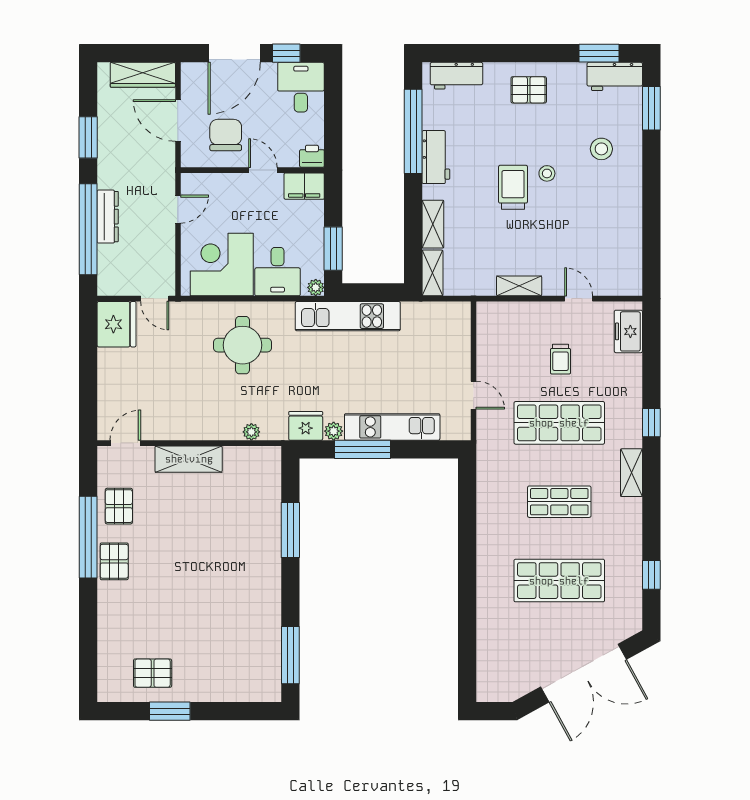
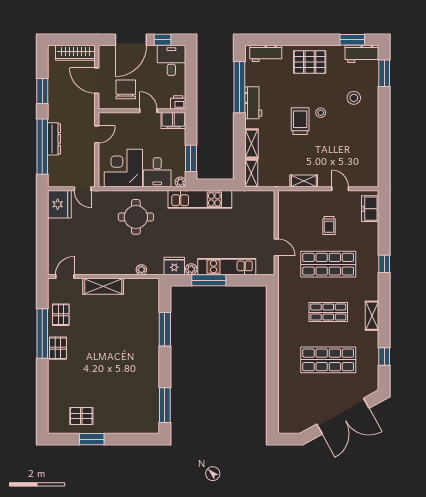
pallet: (529, 90) -> (310, 62), width x1.50, depth x1.42
shelving: (631, 473) -> (372, 316), moved

